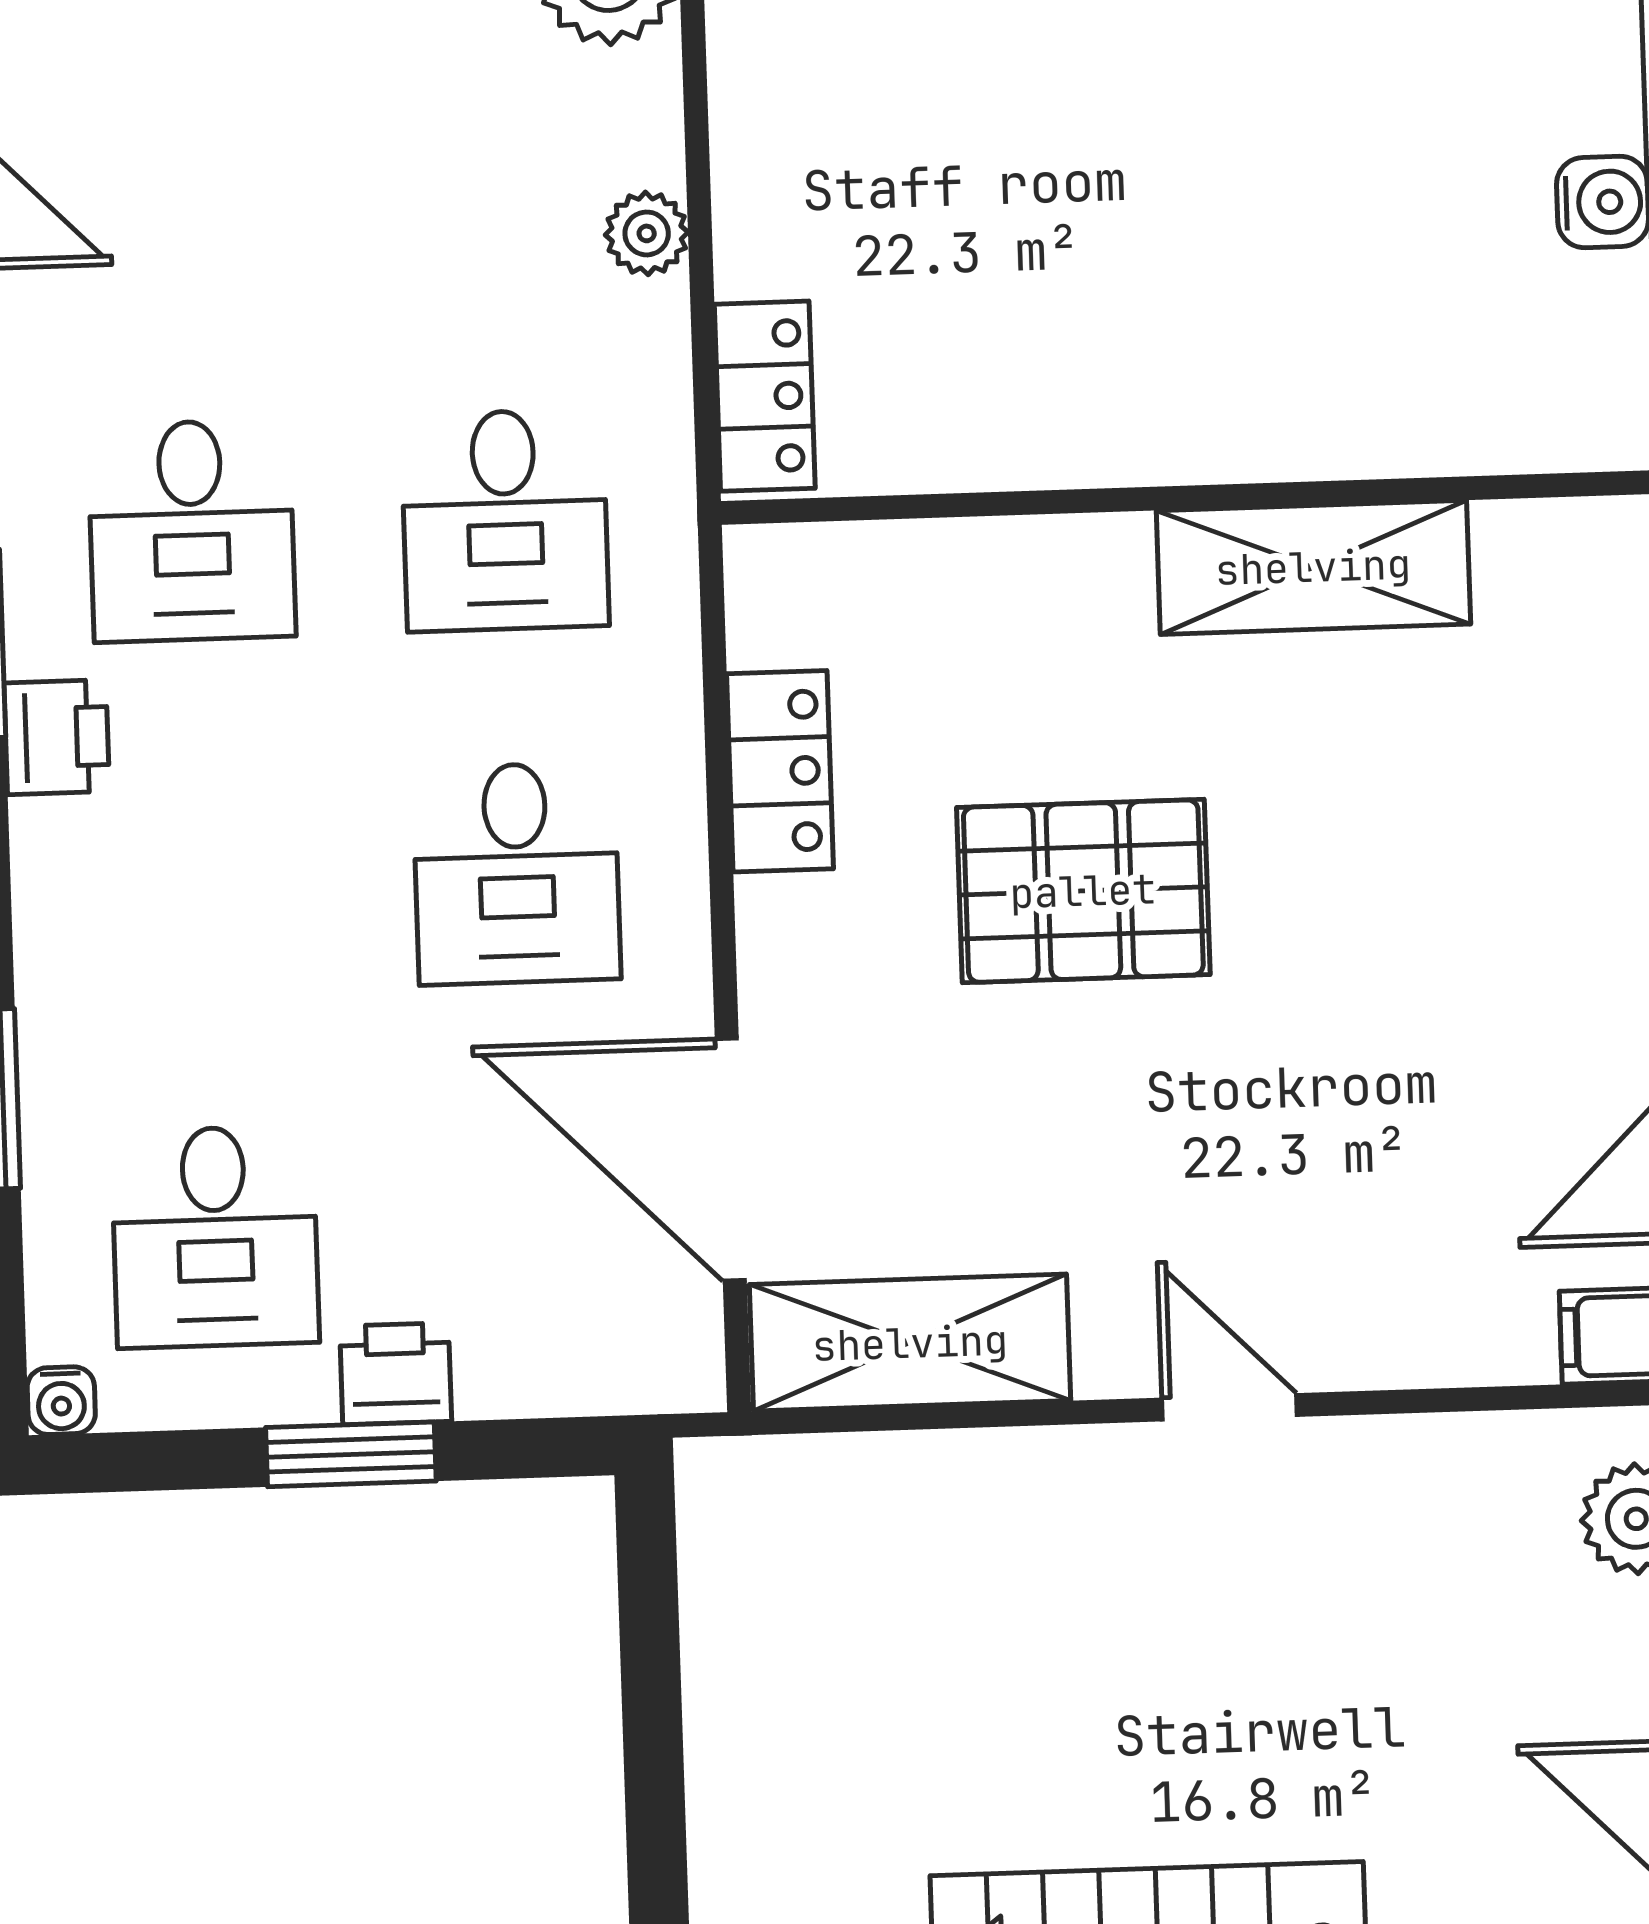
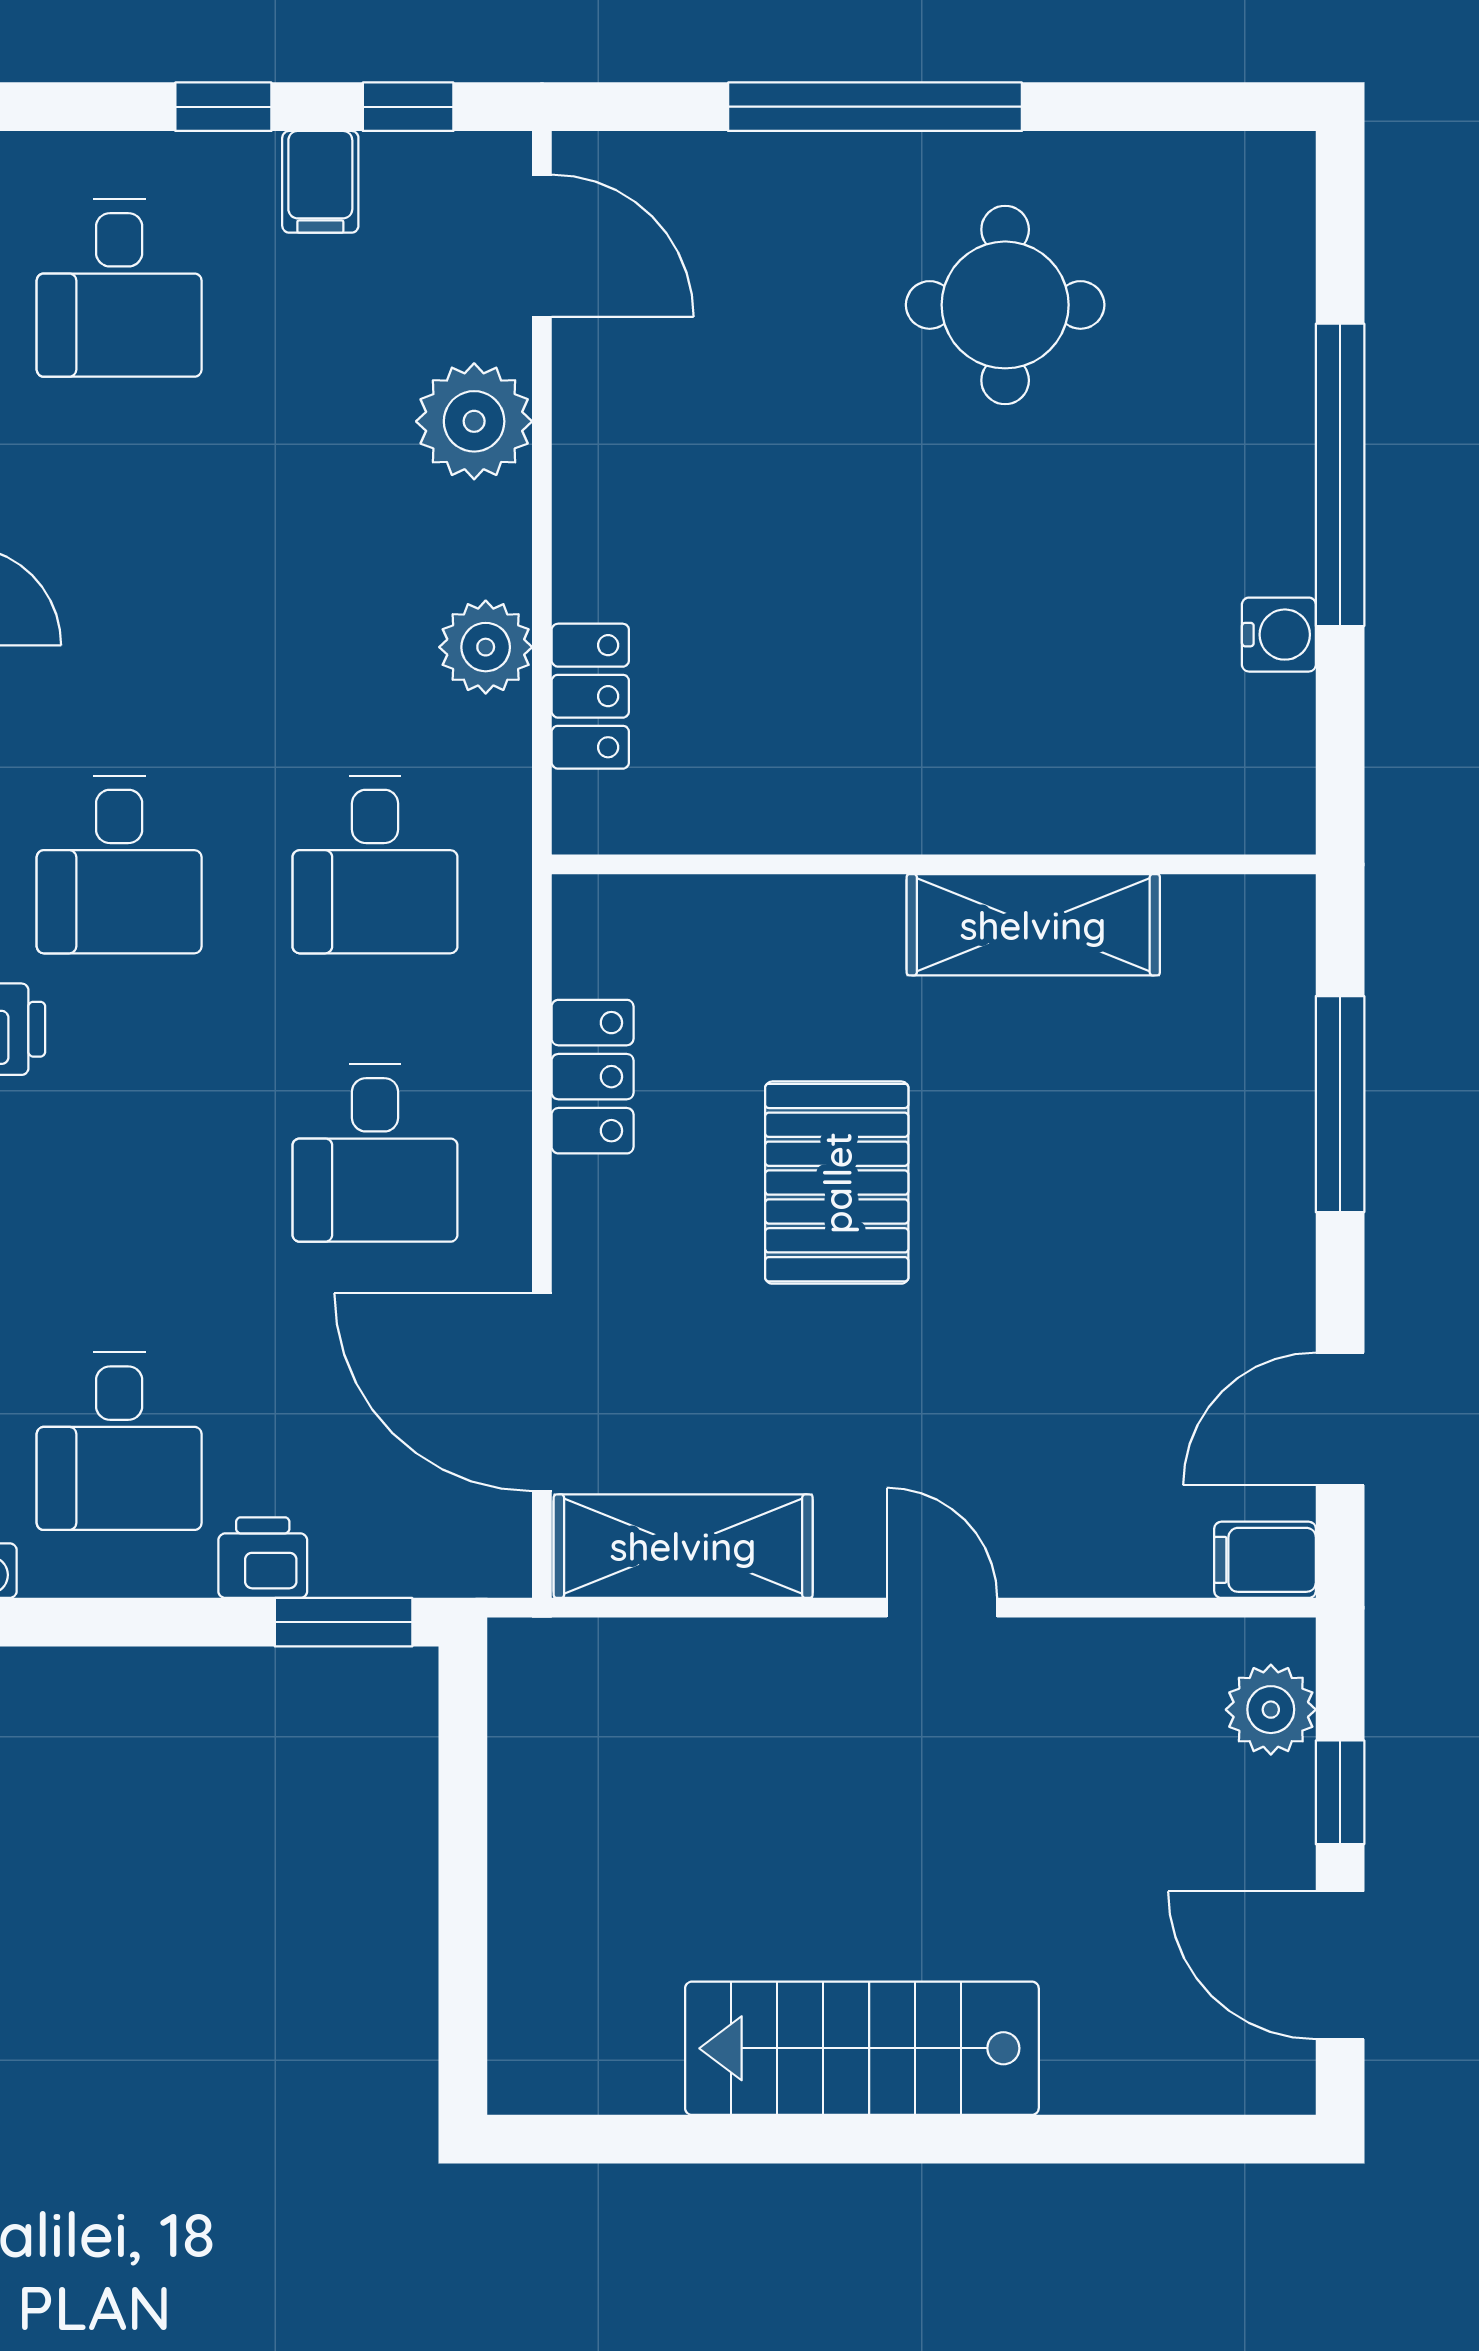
plant: (647, 233) -> (486, 647), width x1.38, depth x1.38
locker: (765, 396) -> (590, 696), moved
pallet: (1083, 891) -> (837, 1183), turned 90
window: (351, 1454) -> (344, 1622), moved

